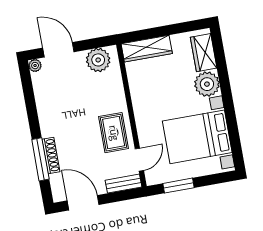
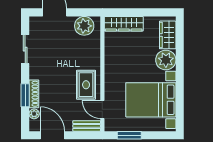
plant: (35, 66) -> (34, 114), moved
sliding door: (30, 102) -> (25, 49), added
window: (40, 159) -> (25, 95), width x0.69
door: (139, 160) -> (102, 109), swing flipped

